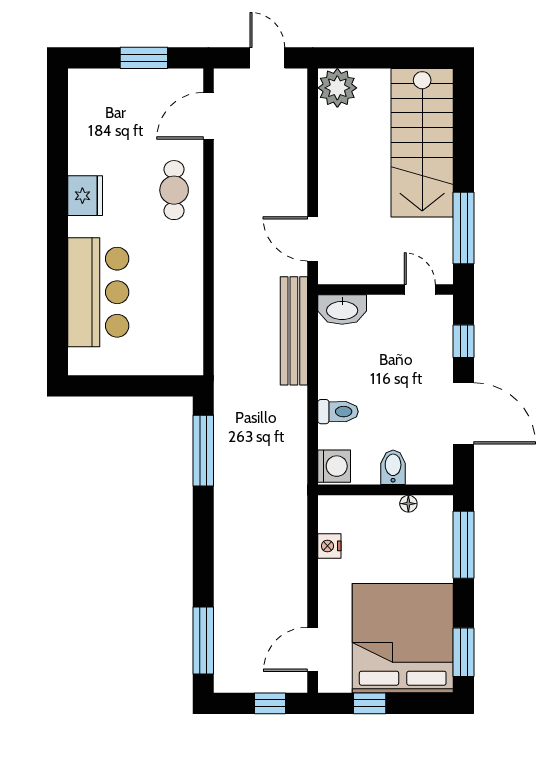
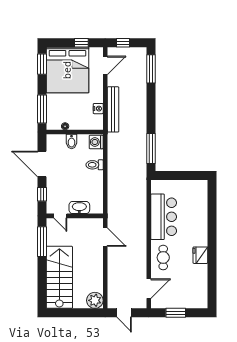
bar counter: (98, 292) -> (164, 217), moved, turned 180
washbasin: (342, 310) -> (79, 208), moved
bench: (294, 331) -> (113, 109), moved

